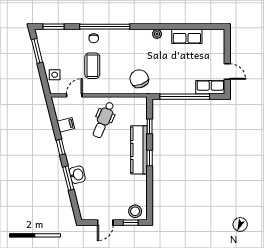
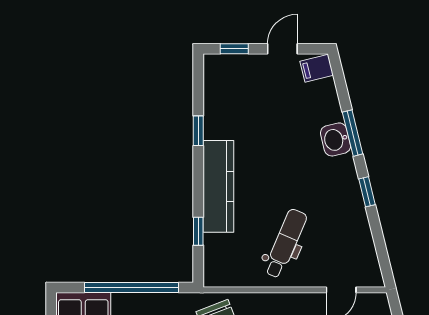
filing cabinet: (66, 125) -> (317, 68), moved
window: (150, 158) -> (198, 131), moved
stool: (135, 211) -> (226, 70), removed

